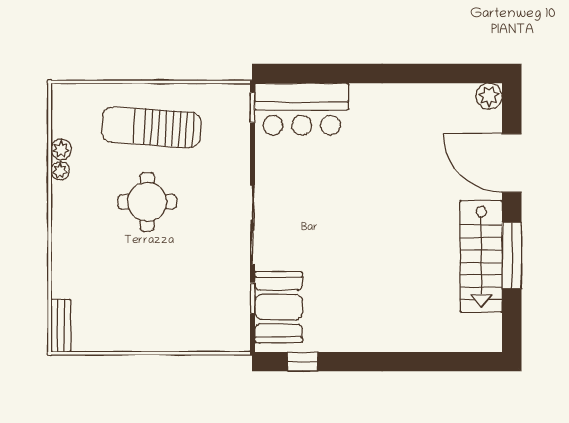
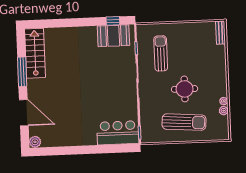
stairs: (481, 256) -> (35, 53), moved
sun lounger: (198, 284) -> (161, 53), added
booth: (279, 307) -> (113, 36), moved, turned 90

